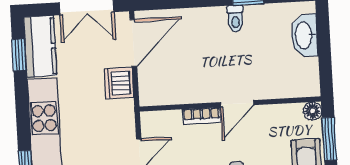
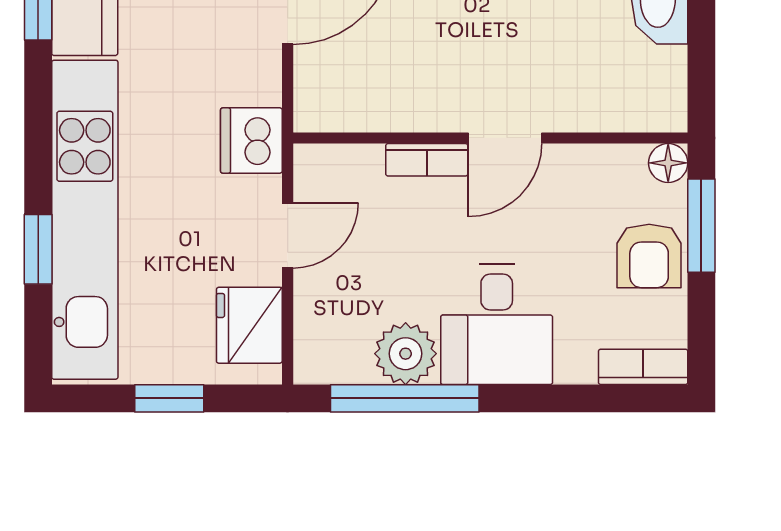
dishwasher: (119, 83) -> (251, 140), moved

